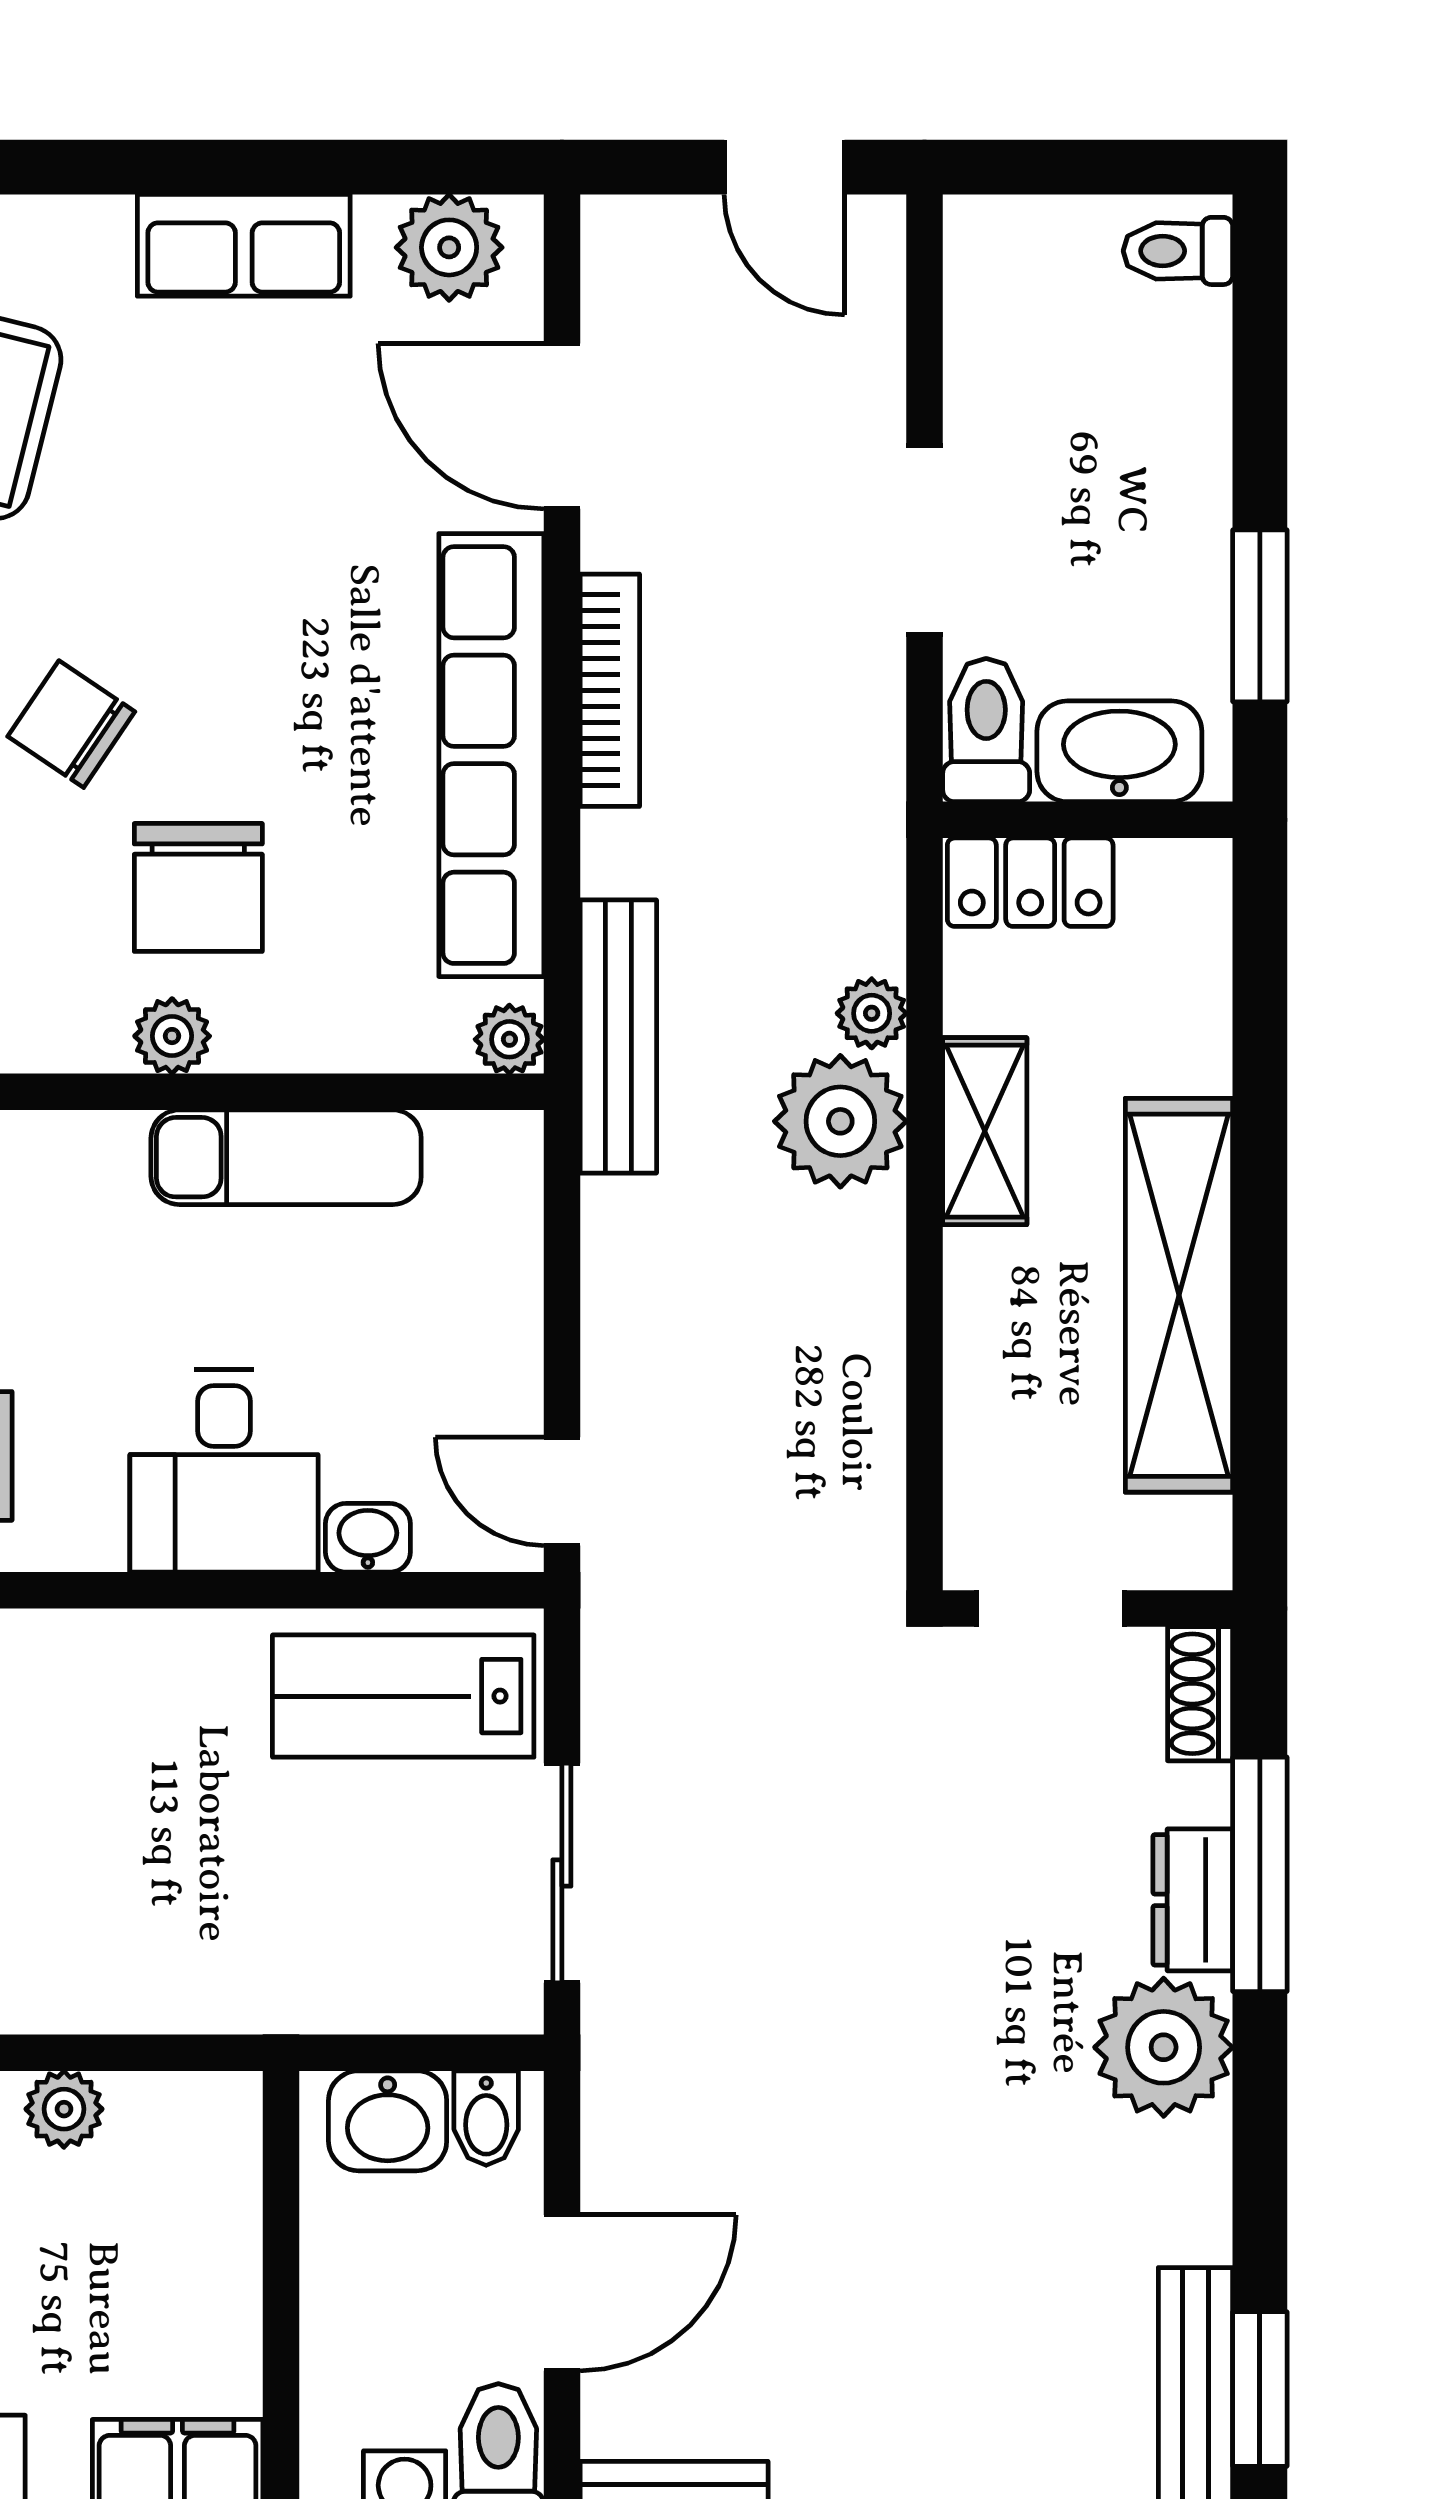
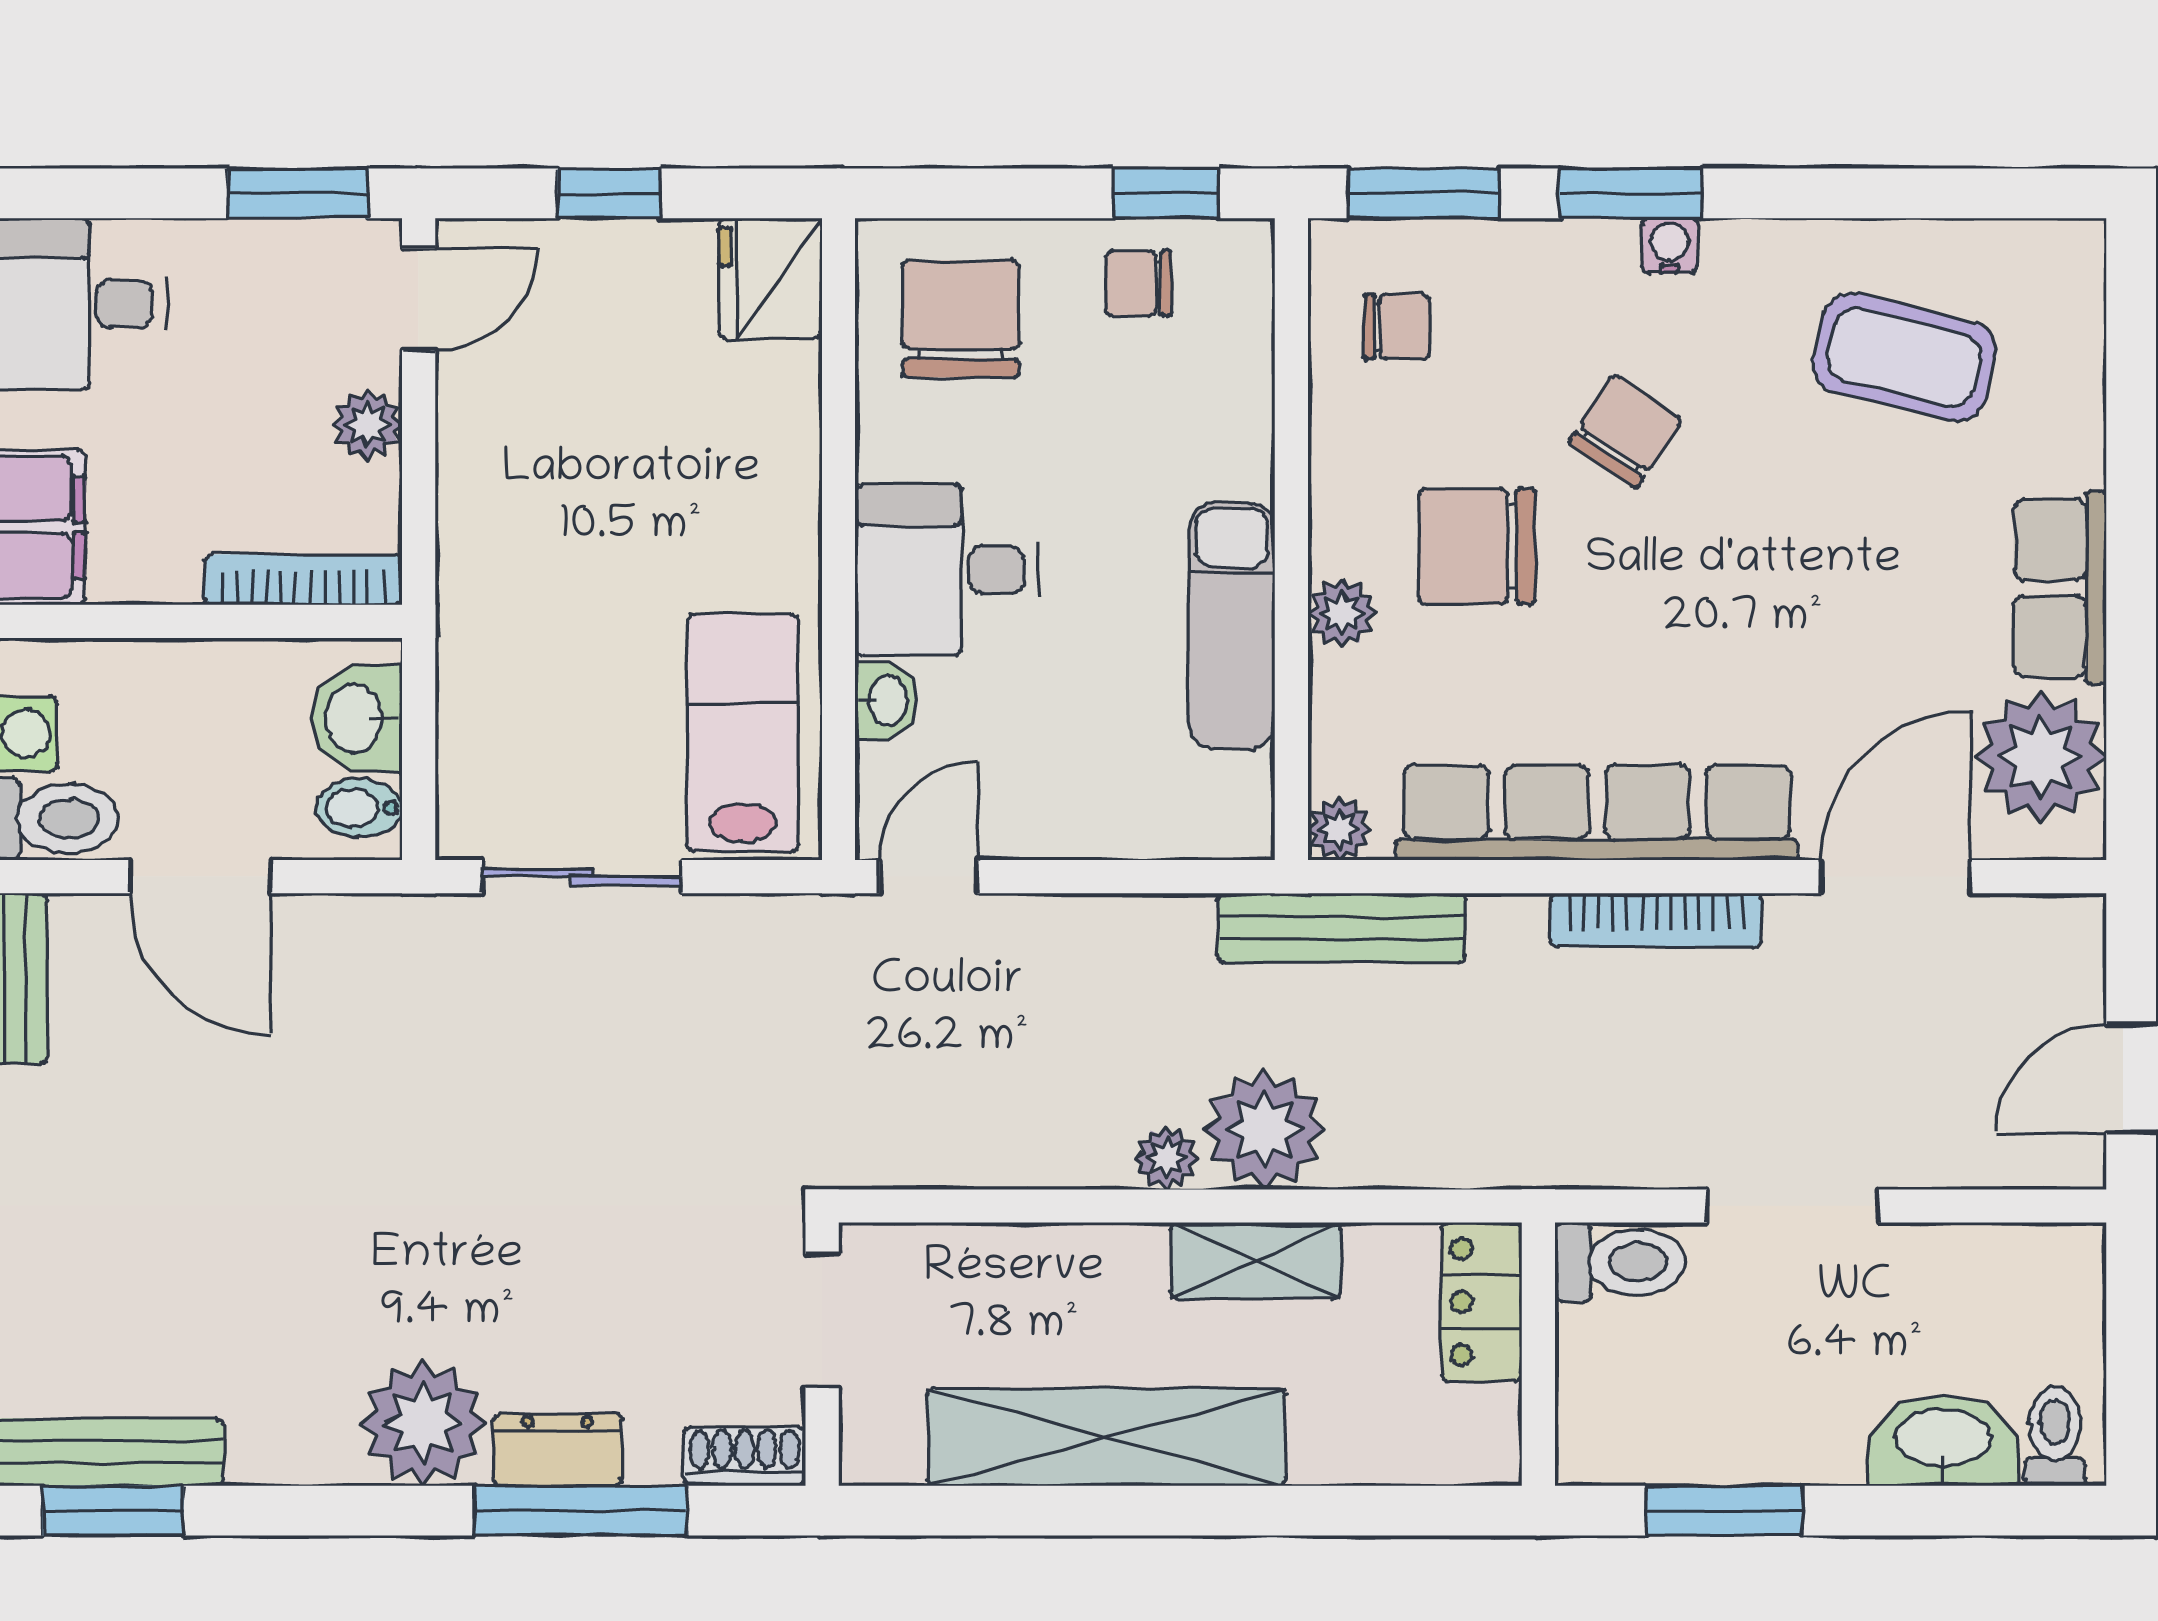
plant: (449, 247) -> (2041, 757), width x1.36, depth x1.36
washbasin: (1119, 751) -> (1943, 1440), moved, turned -90
plant: (872, 1013) -> (1166, 1158), moved
plant: (172, 1036) -> (1342, 613), moved
bookcase: (235, 2180) -> (303, 580), added

